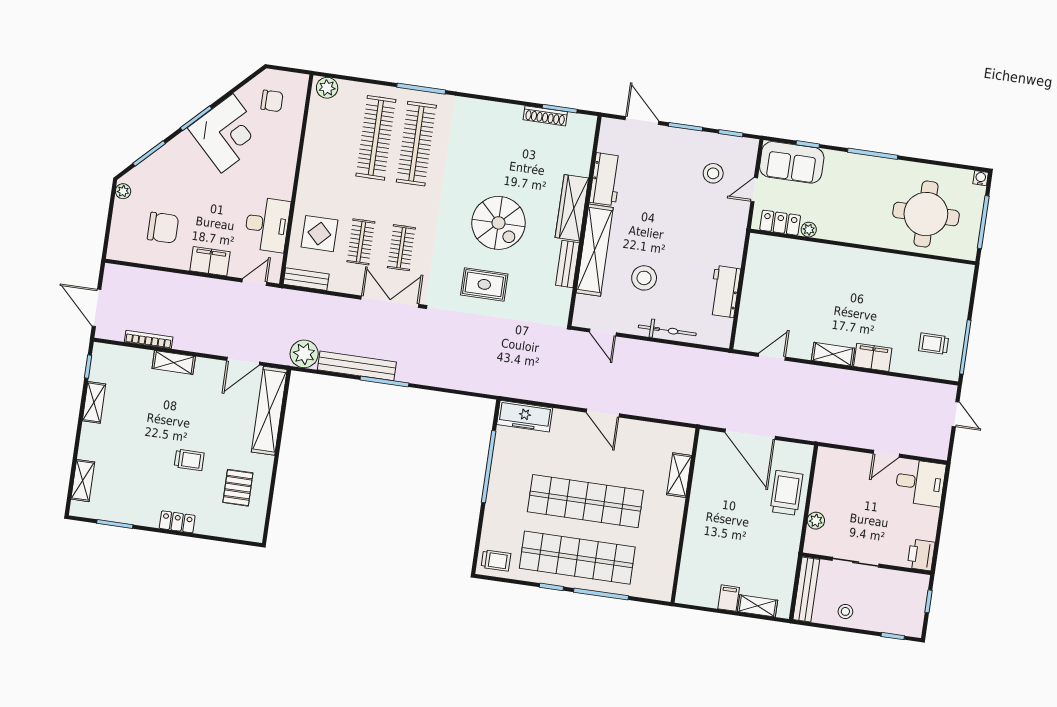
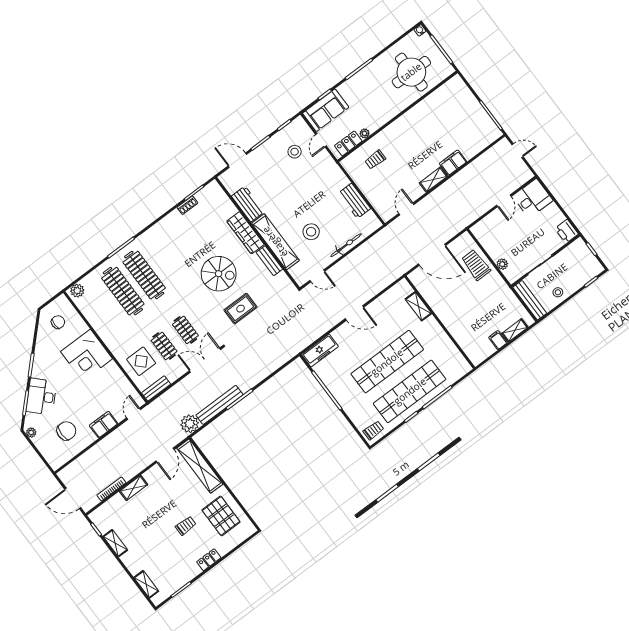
shoe rack: (545, 116) -> (187, 205), width x0.70
corner desk: (227, 133) -> (87, 355), moved, turned 135
desk: (267, 225) -> (41, 397), moved, turned -135
trolley: (934, 344) -> (375, 160), moved
pallet: (238, 488) -> (221, 516), width x1.50, depth x1.42

